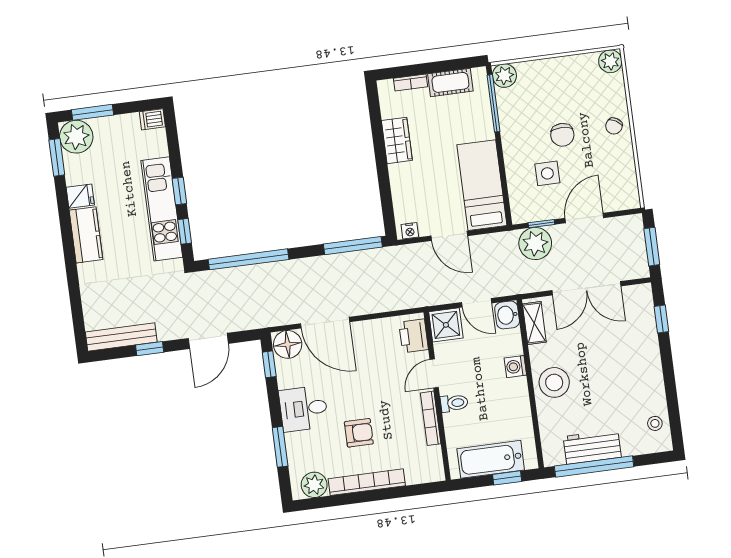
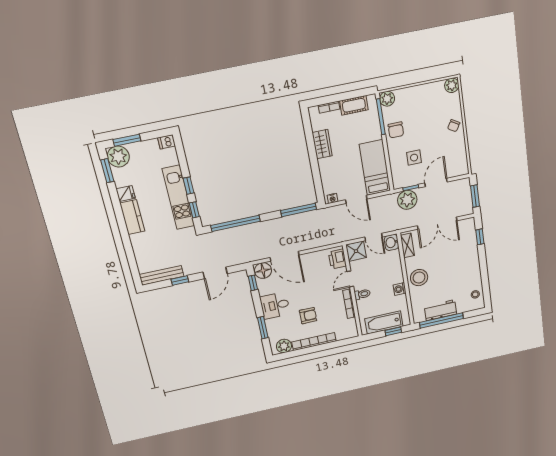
chair: (562, 135) -> (396, 130), moved
washing machine: (515, 367) -> (400, 289), moved

